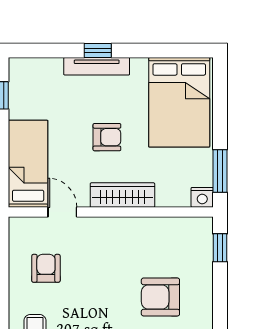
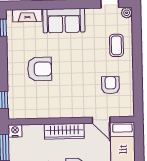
armchair: (46, 268) -> (110, 85), turned 180

